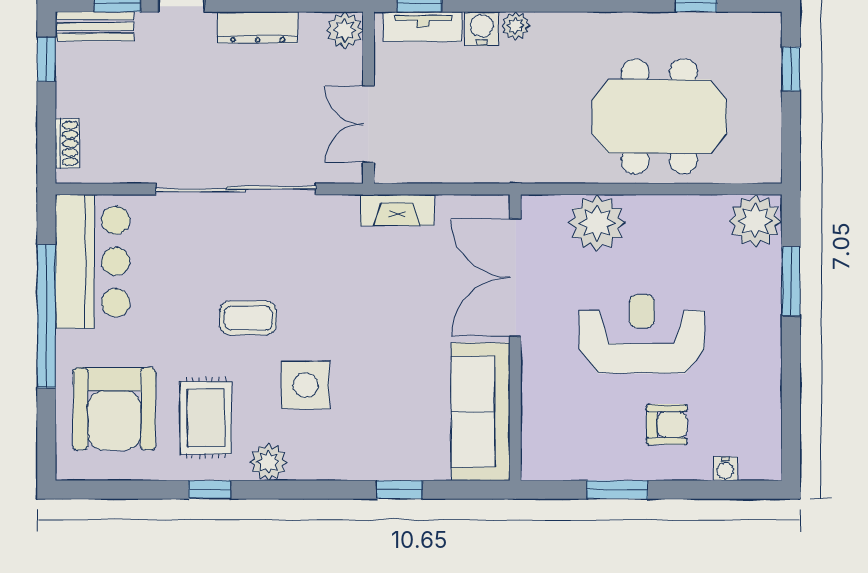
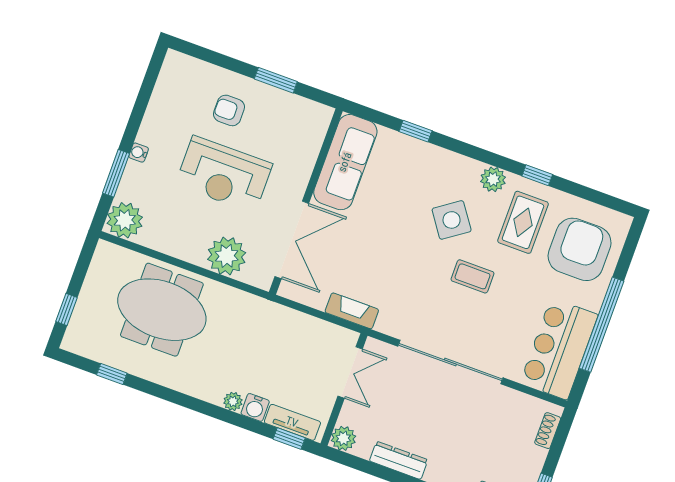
side table: (305, 385) -> (452, 220), turned -35
water cooler: (725, 469) -> (139, 153), moved, turned -90

